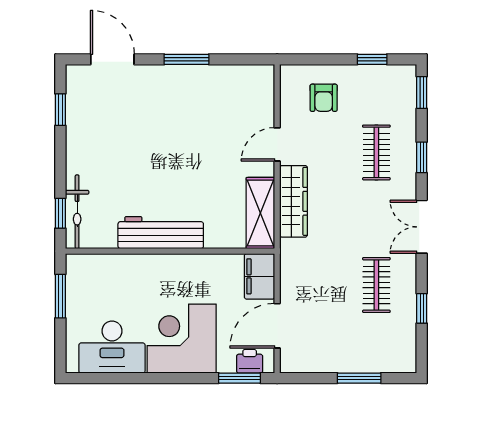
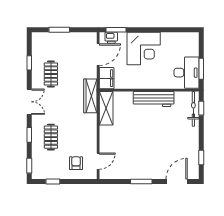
door: (112, 59) -> (177, 181), swing flipped
door: (277, 144) -> (98, 161), moved
wardrobe: (294, 201) -> (90, 96), moved
desk: (112, 347) -> (187, 73), moved, turned 90

